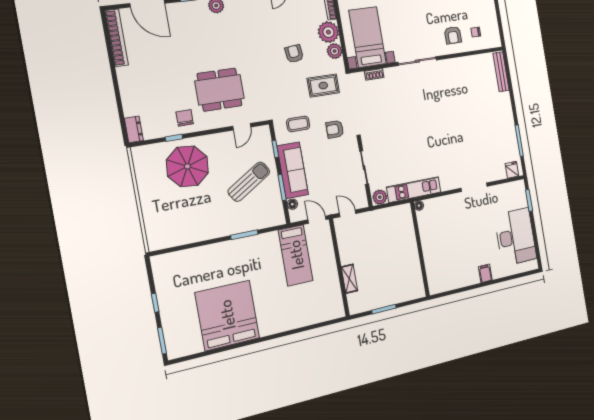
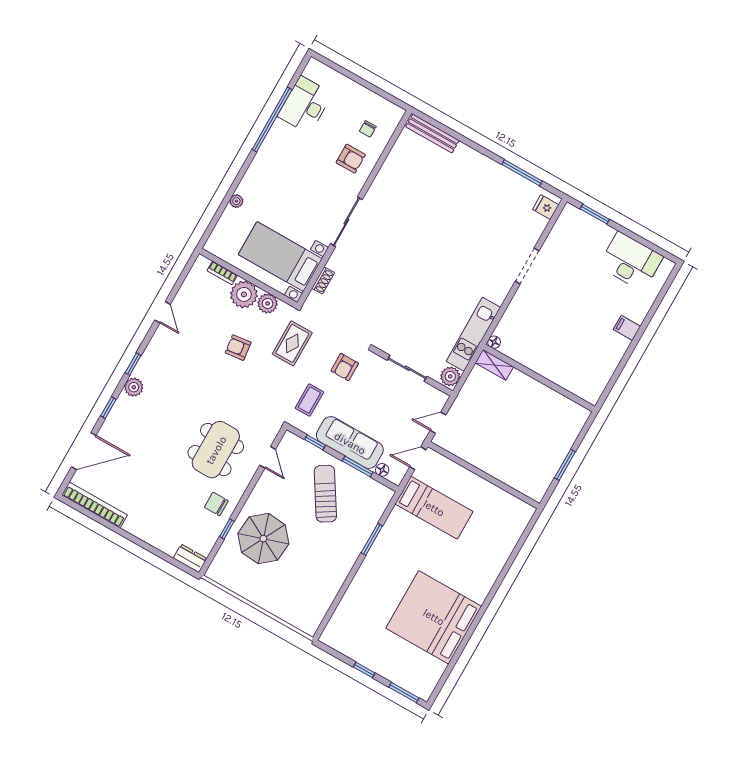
desk: (515, 237) -> (631, 261), width x0.73, depth x0.77
shelving: (349, 279) -> (494, 365), moved

